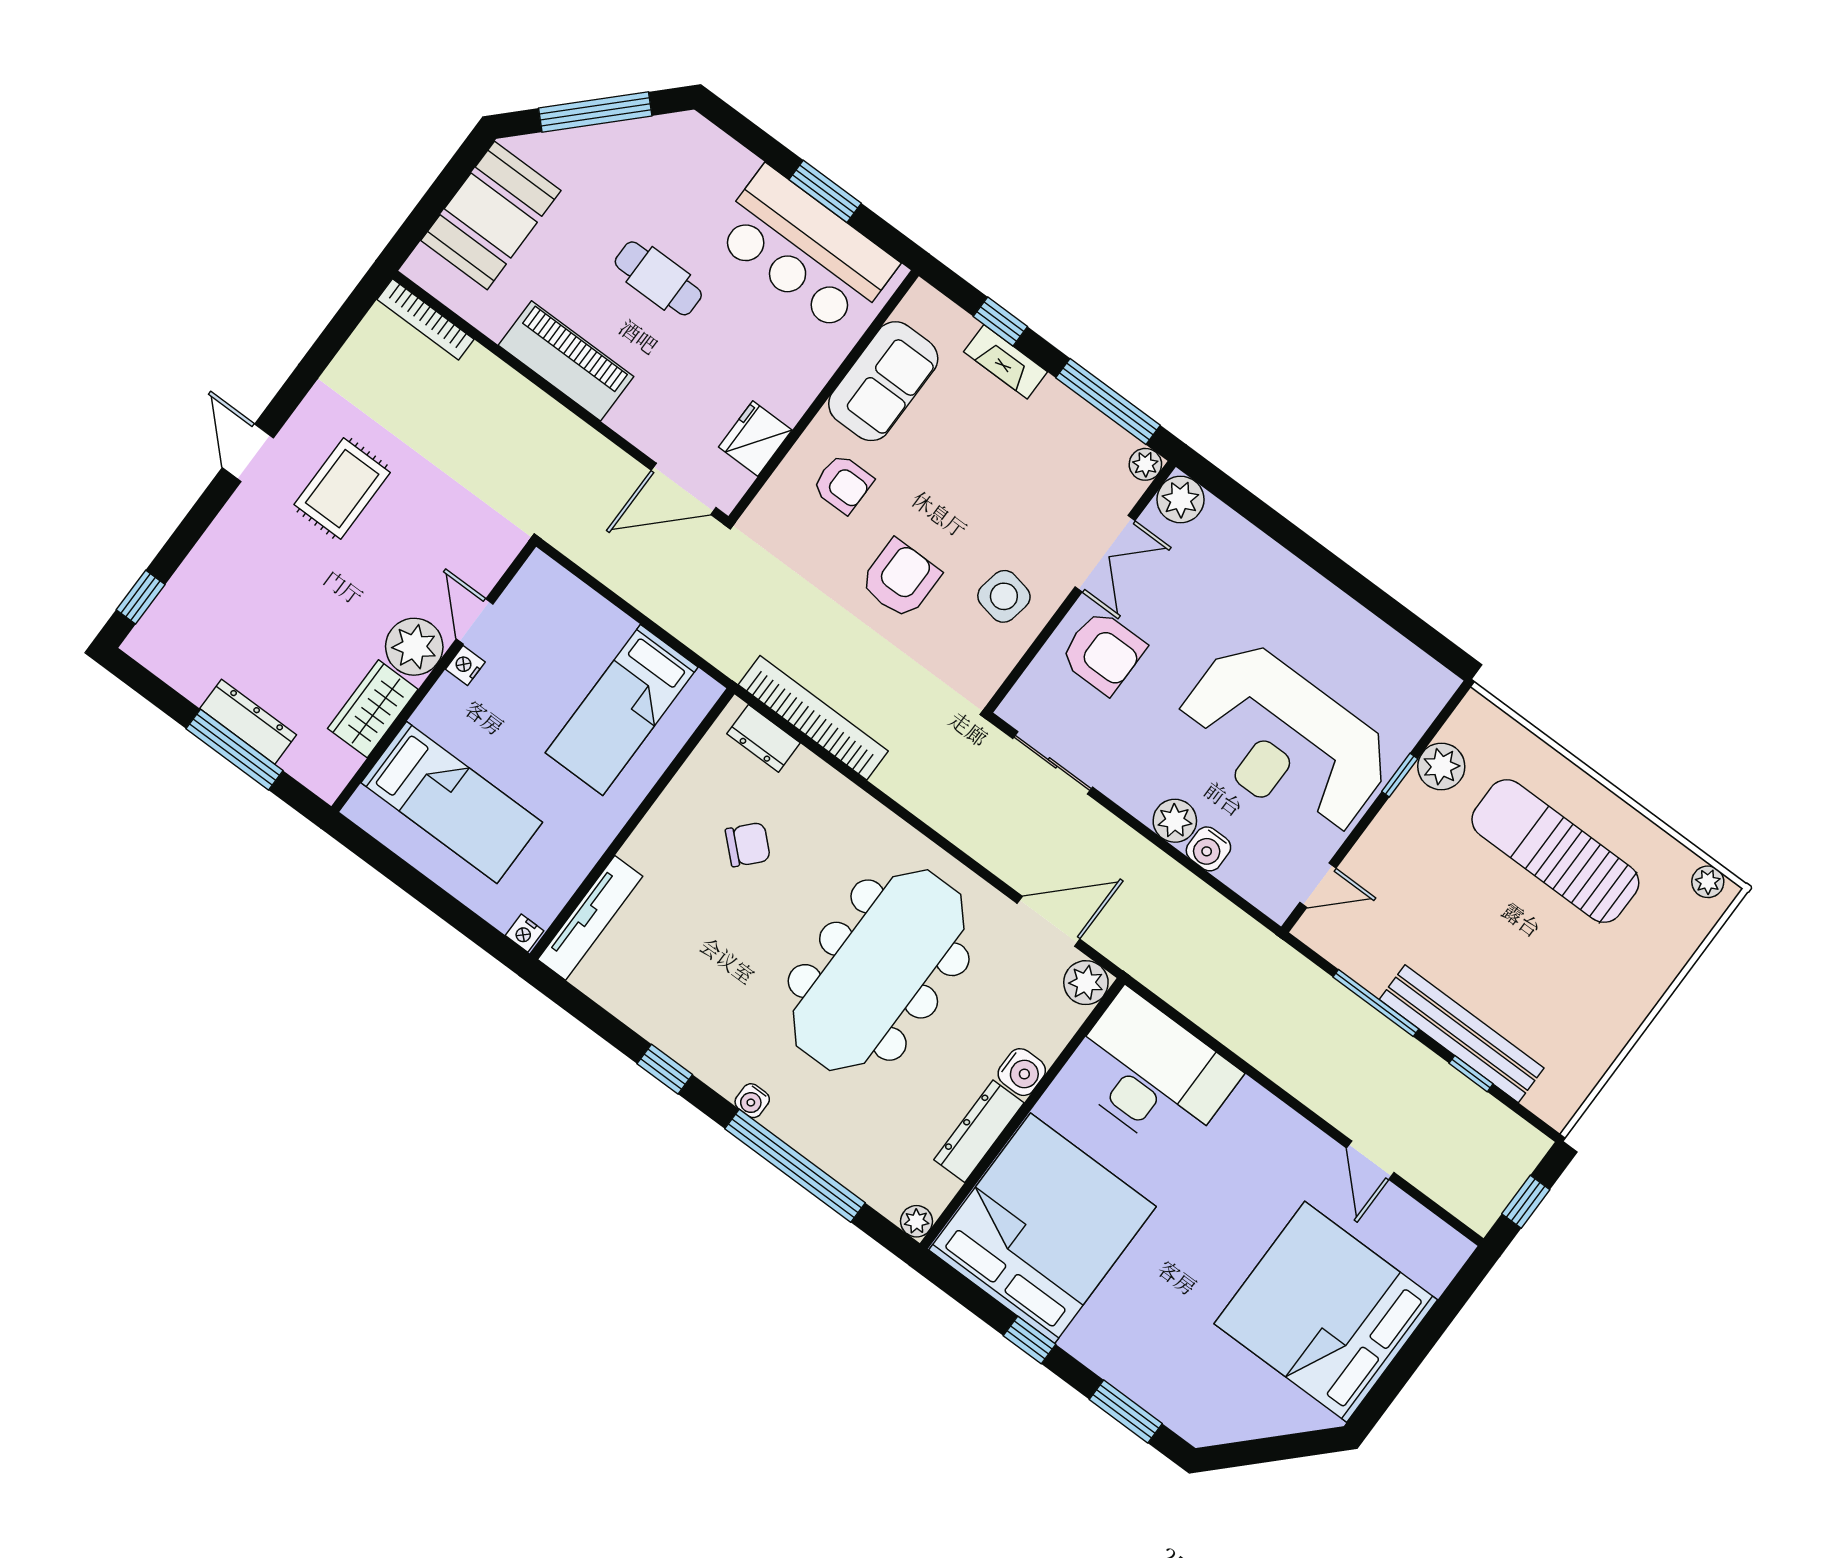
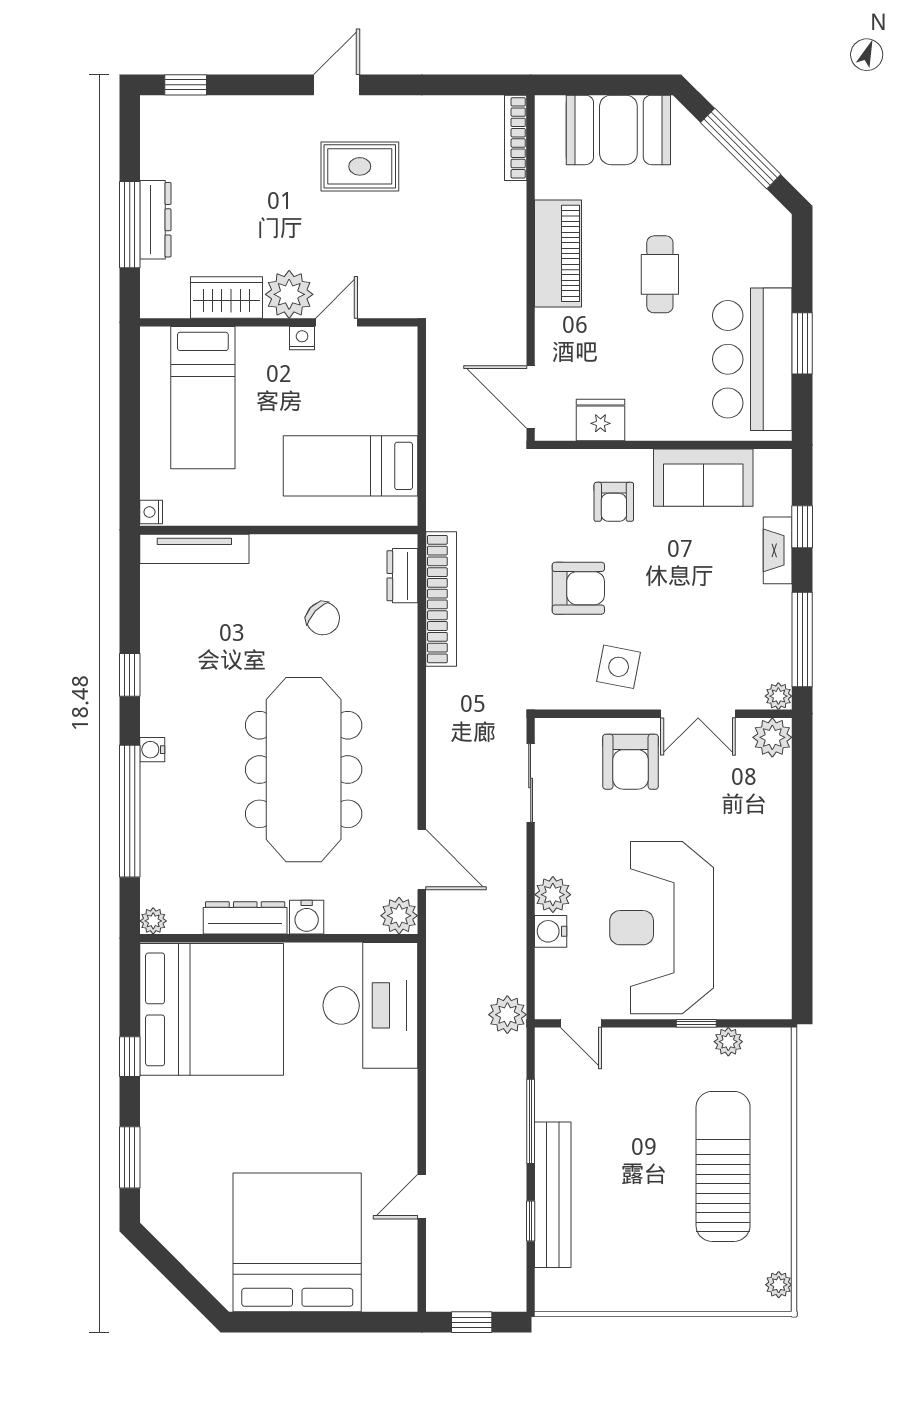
plant: (1441, 766) -> (728, 1042), width x0.73, depth x0.73
plant: (1257, 949) -> (507, 1015), added
meeting table: (879, 970) -> (304, 770), turned 90

